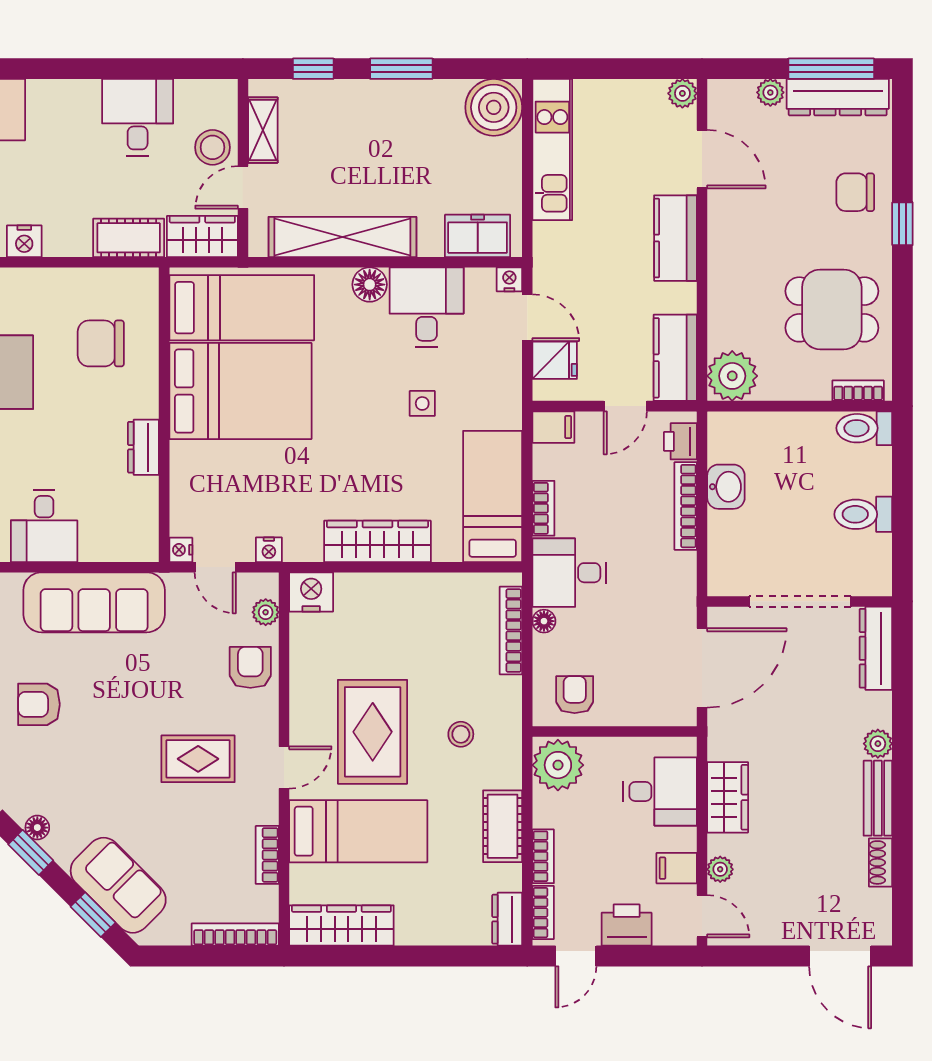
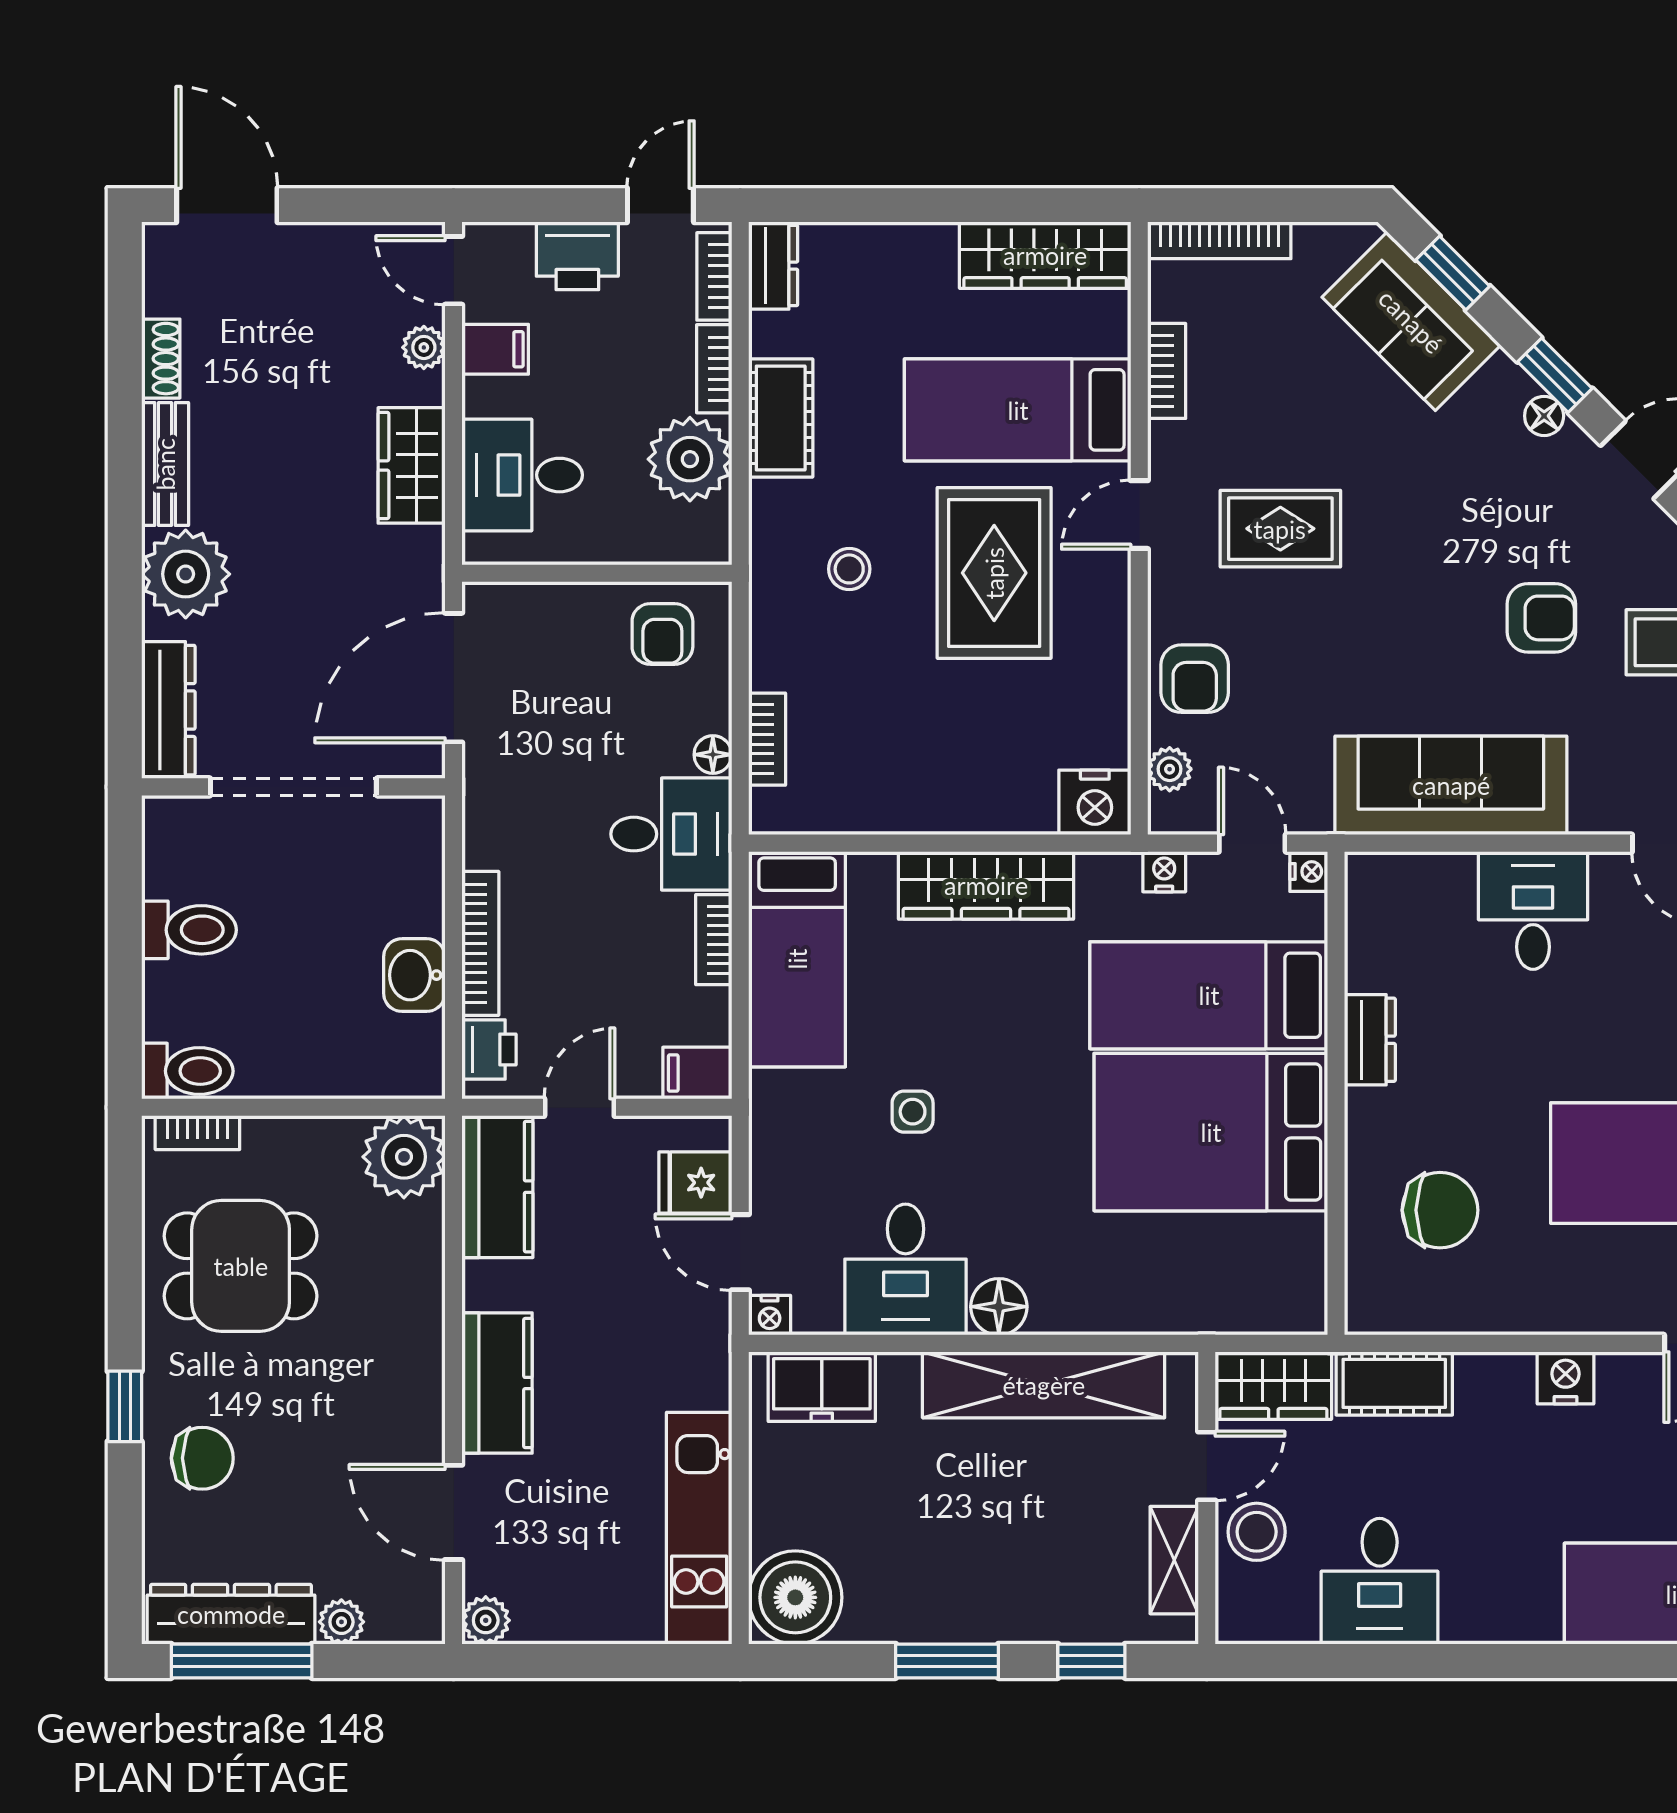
bed: (242, 308) -> (1209, 995), moved
bookcase: (511, 631) -> (767, 739), width x0.64
plant: (878, 744) -> (186, 574), width x1.87, depth x1.87
plant: (558, 765) -> (690, 459), moved

